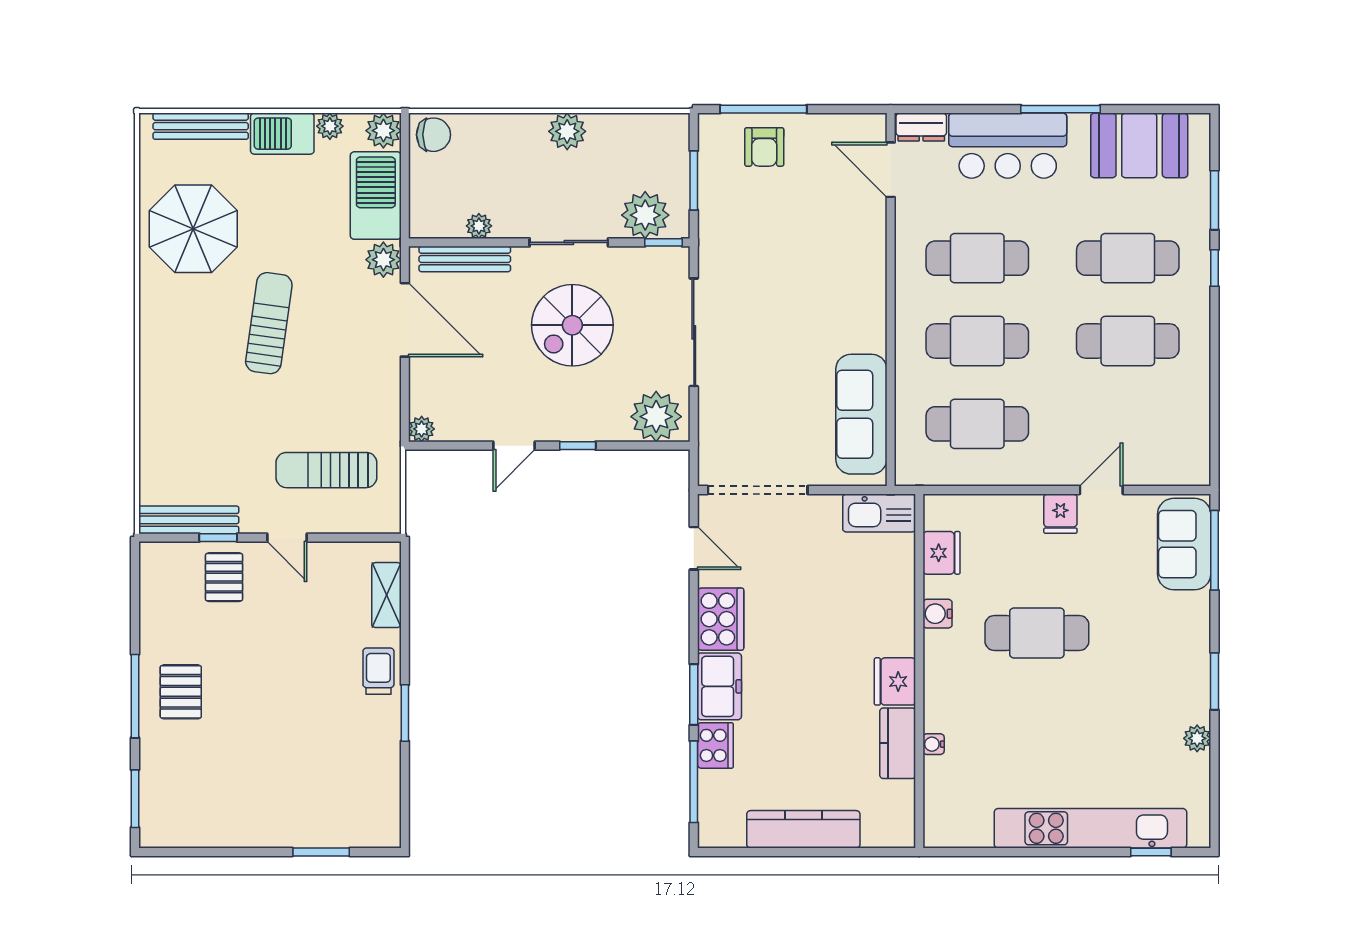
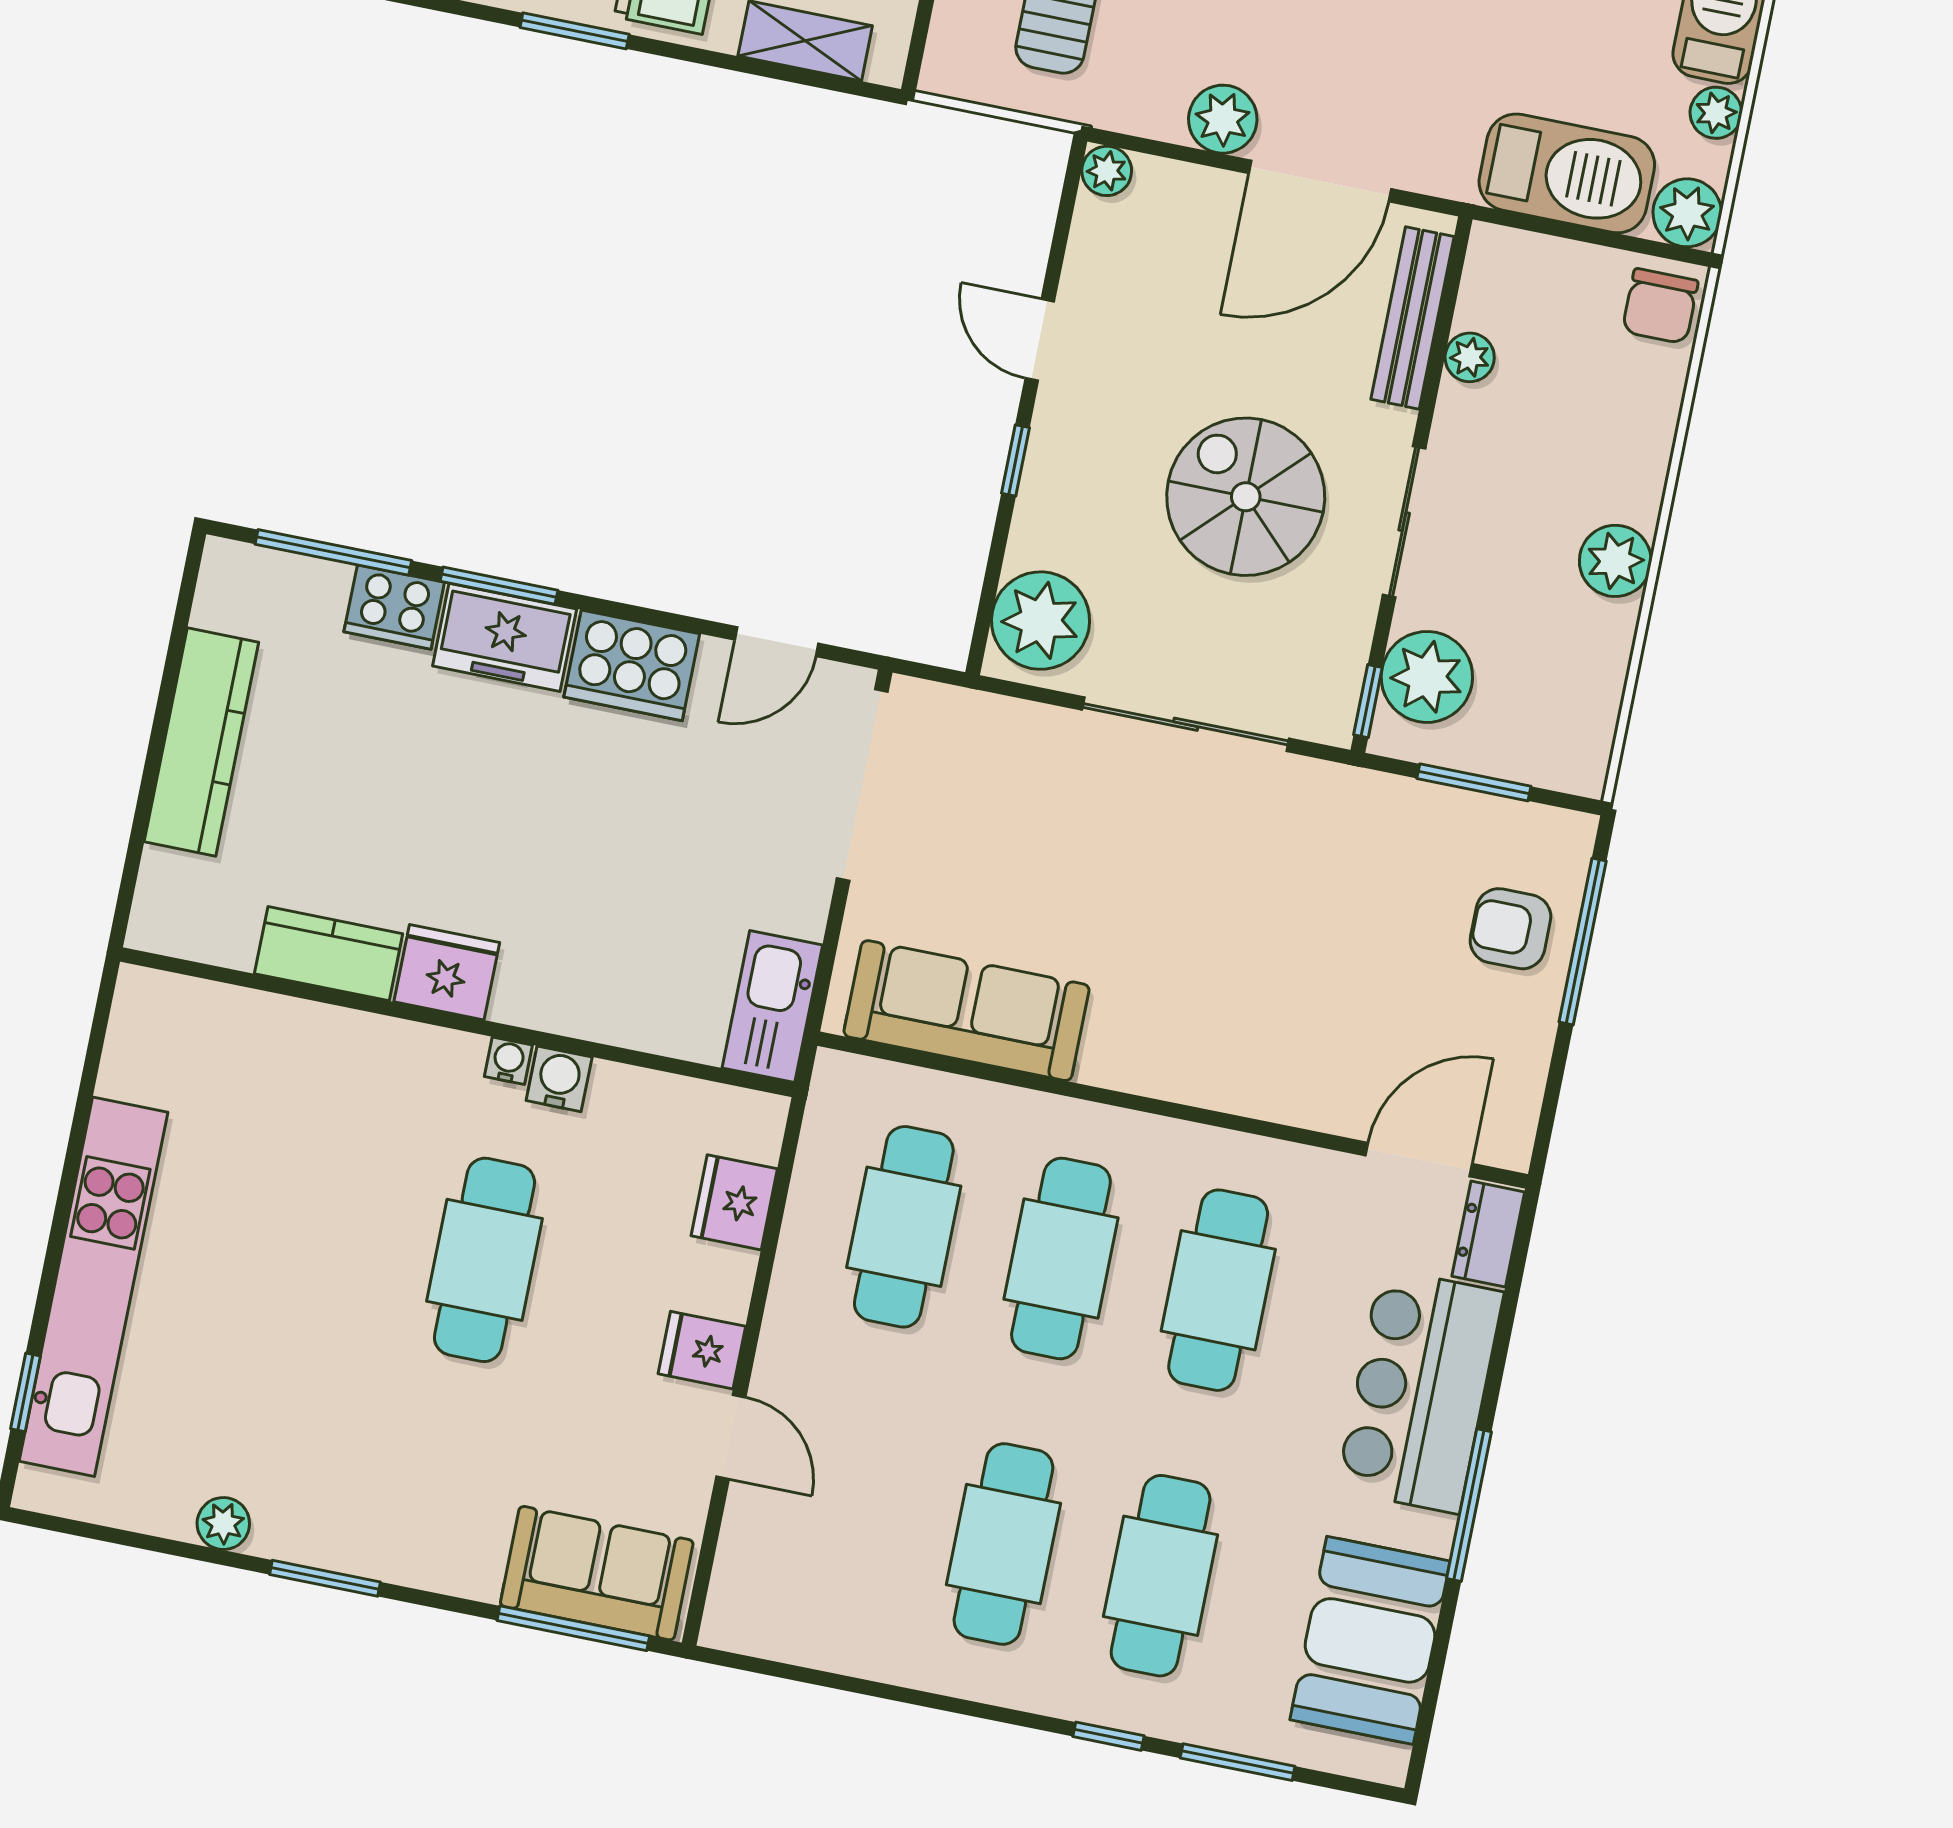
plant: (383, 260) -> (1223, 119), moved
fridge: (941, 553) -> (734, 1202), moved, turned 90
water cooler: (934, 744) -> (508, 1061), moved

